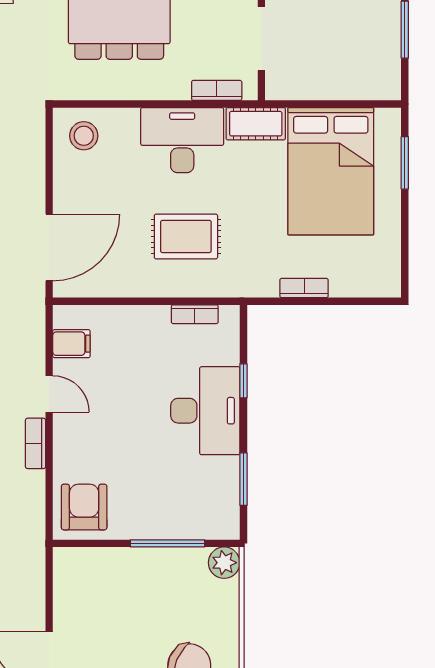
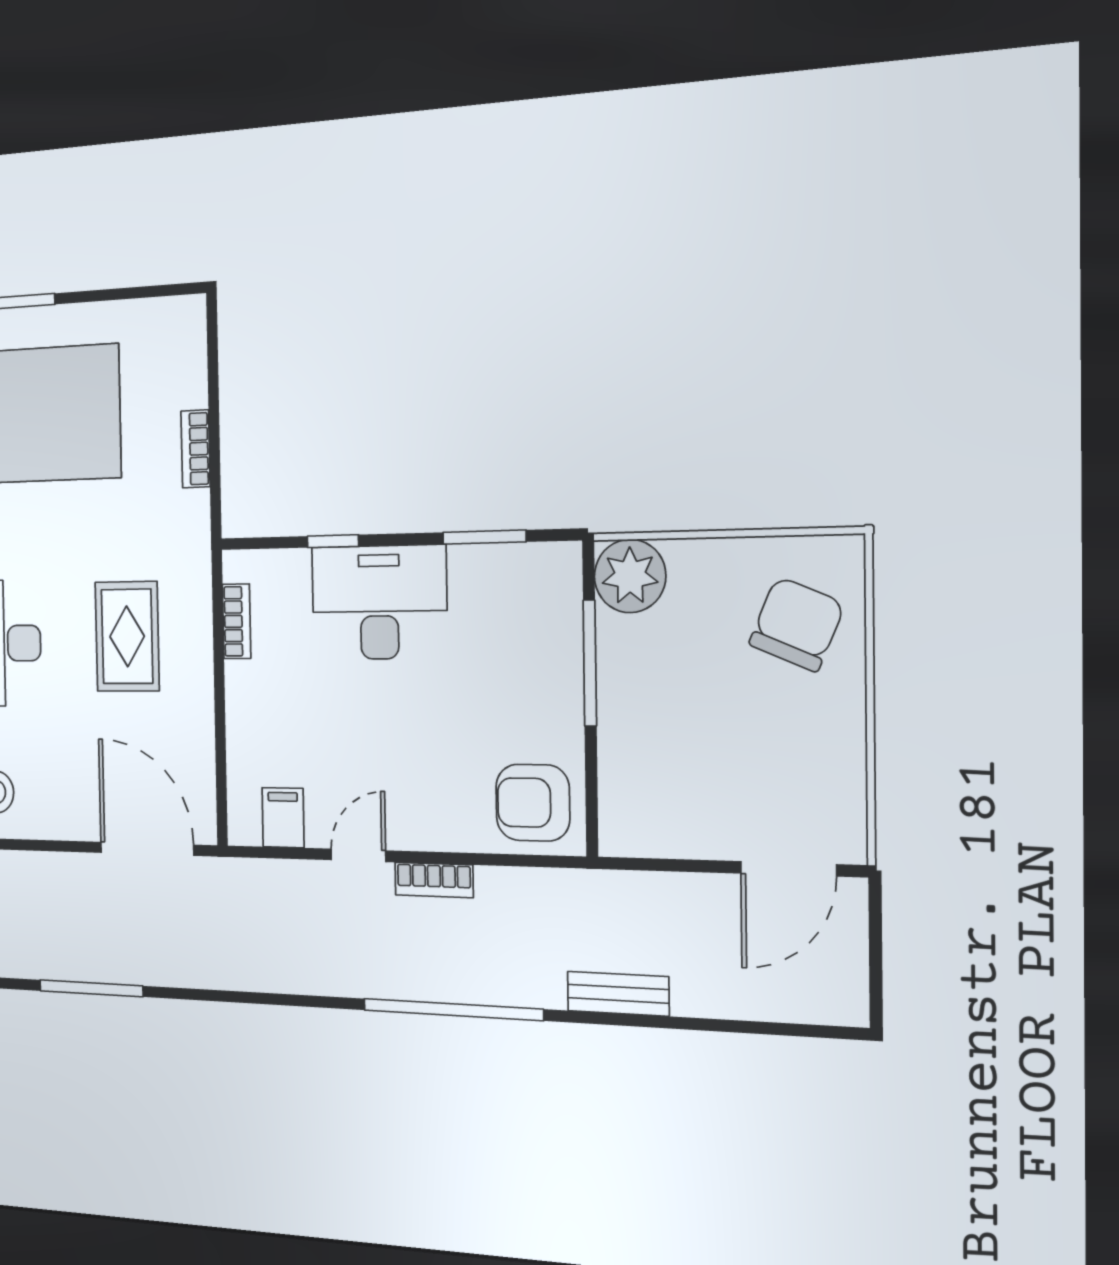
plant: (224, 563) -> (630, 576), width x1.36, depth x1.36

